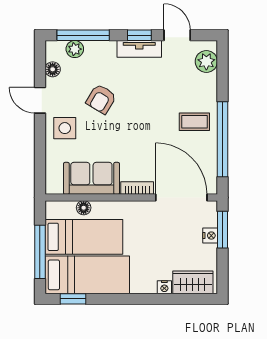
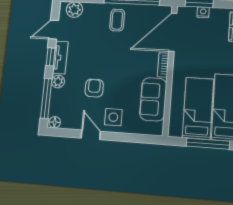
plant: (75, 49) -> (58, 82), moved
floor lamp: (53, 69) -> (55, 122), moved
armchair: (101, 99) -> (94, 88), turned -121
door: (40, 100) -> (91, 135), swing flipped
floor lamp: (84, 208) -> (175, 107), removed

